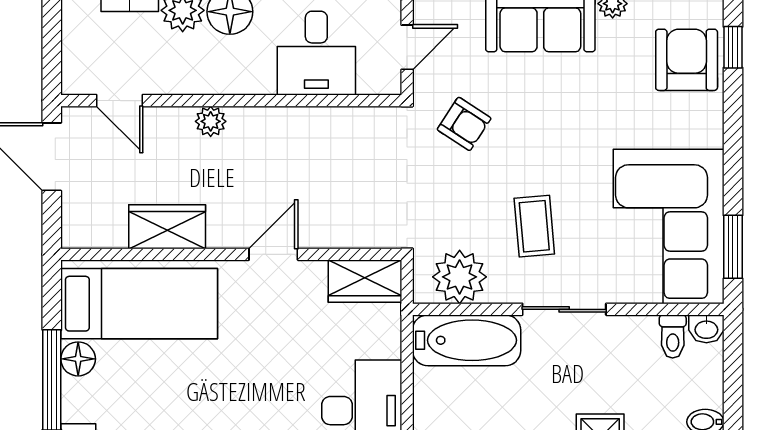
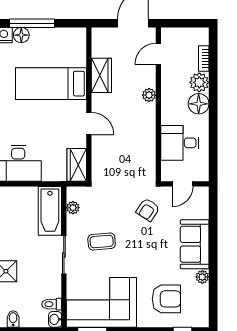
door: (407, 47) -> (183, 184), hinge flipped
armchair: (687, 60) -> (166, 299), moved
plant: (460, 277) -> (73, 208), width x0.53, depth x0.53
bed: (139, 304) -> (51, 84), moved, turned 90
floor lamp: (78, 359) -> (21, 35), moved

